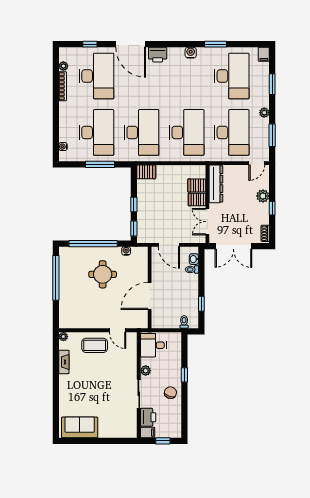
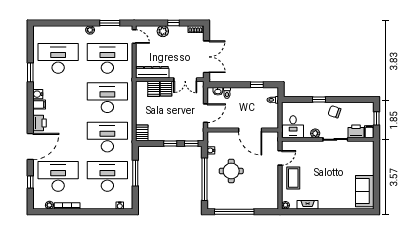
filing cabinet: (264, 54) -> (39, 105), moved
window: (272, 84) -> (65, 23), removed

